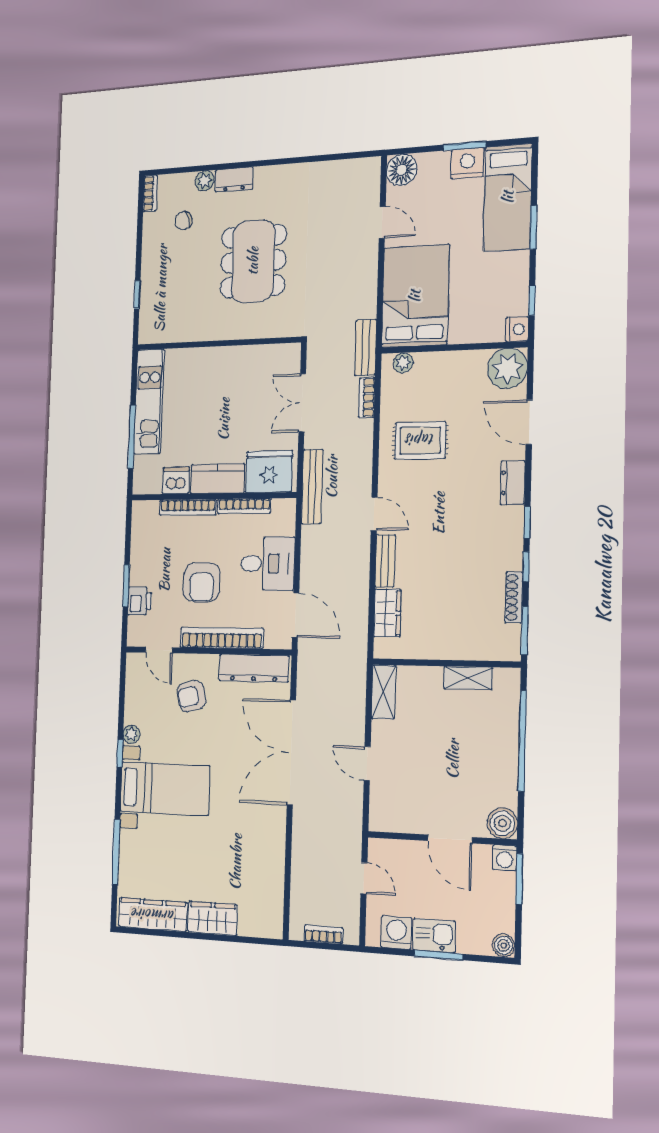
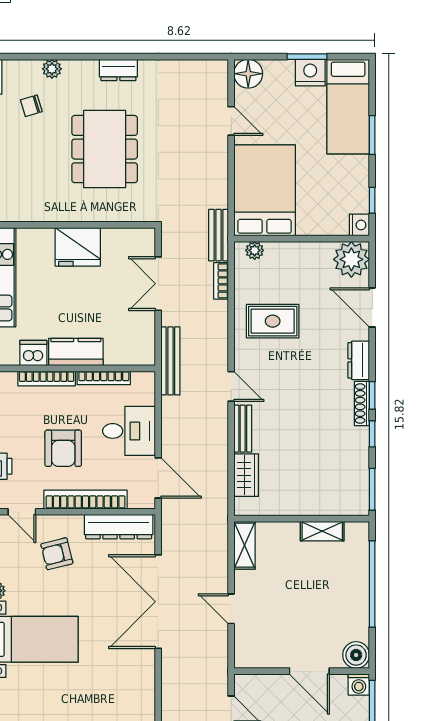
dresser: (234, 180) -> (118, 70), moved
fridge: (269, 472) -> (78, 247), moved, turned 180
shoe rack: (514, 597) -> (362, 403), moved

